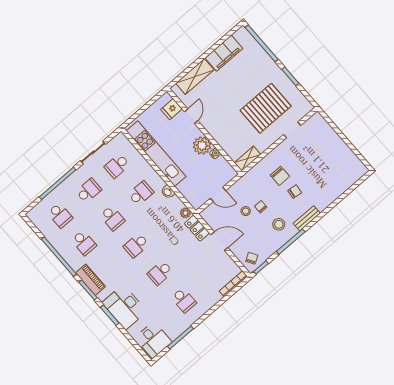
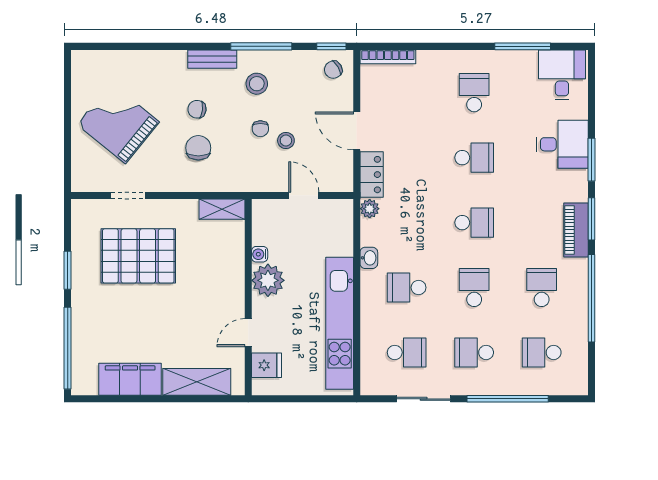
grand piano: (323, 157) -> (118, 123), added
school desk: (60, 215) -> (542, 352), turned -90
desk: (124, 307) -> (562, 144), width x0.73

